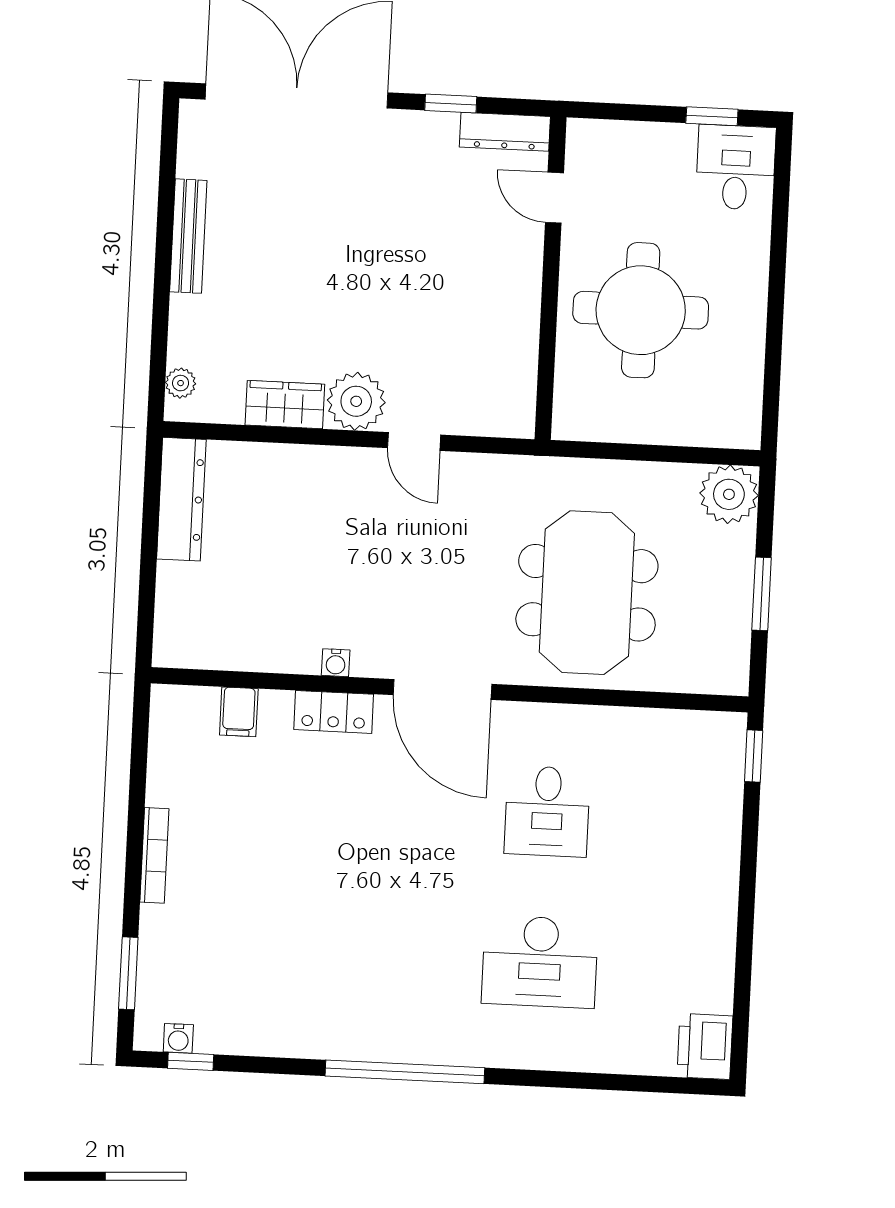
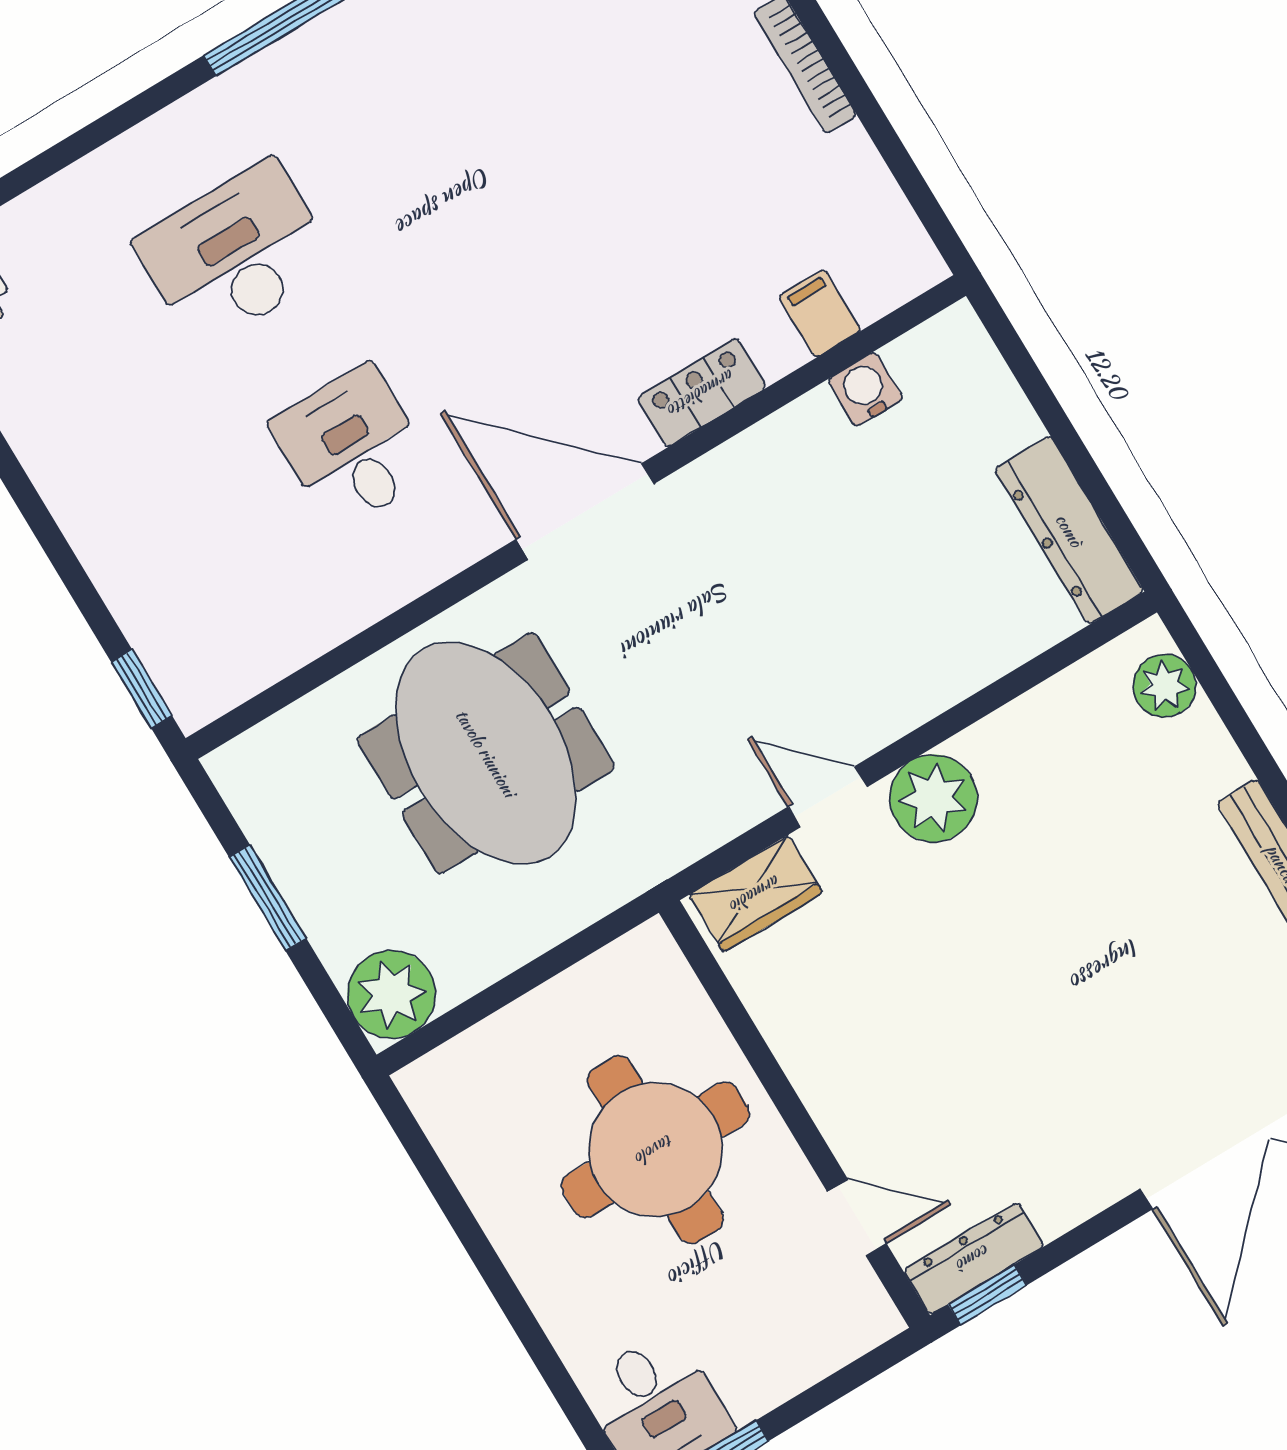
window: (451, 104) -> (988, 1295), moved
plant: (181, 383) -> (1164, 686), width x1.38, depth x1.38
wardrobe: (285, 405) -> (756, 894), moved
water cooler: (336, 663) -> (865, 389), moved, width x1.38, depth x1.38

